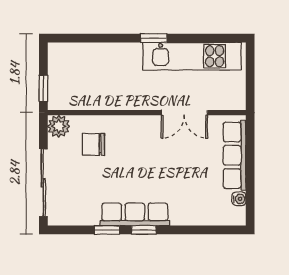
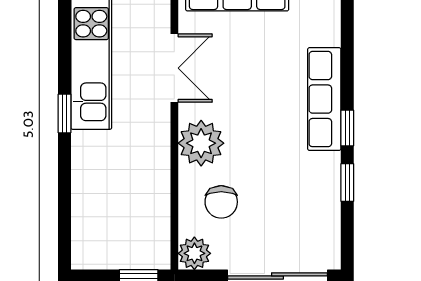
plant: (133, 131) -> (201, 143), added
row of seats: (135, 214) -> (324, 99), moved

